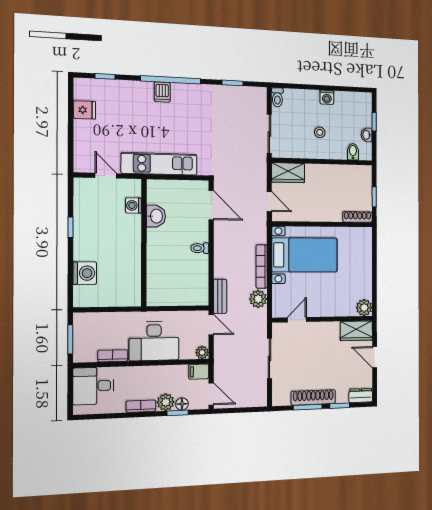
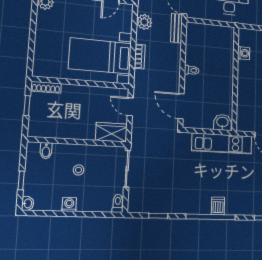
washbasin: (367, 135) -> (28, 203), moved
washing machine: (133, 205) -> (244, 53), moved
washbasin: (156, 216) -> (222, 122), moved, turned 90
bookcase: (262, 266) -> (140, 56), width x0.64

